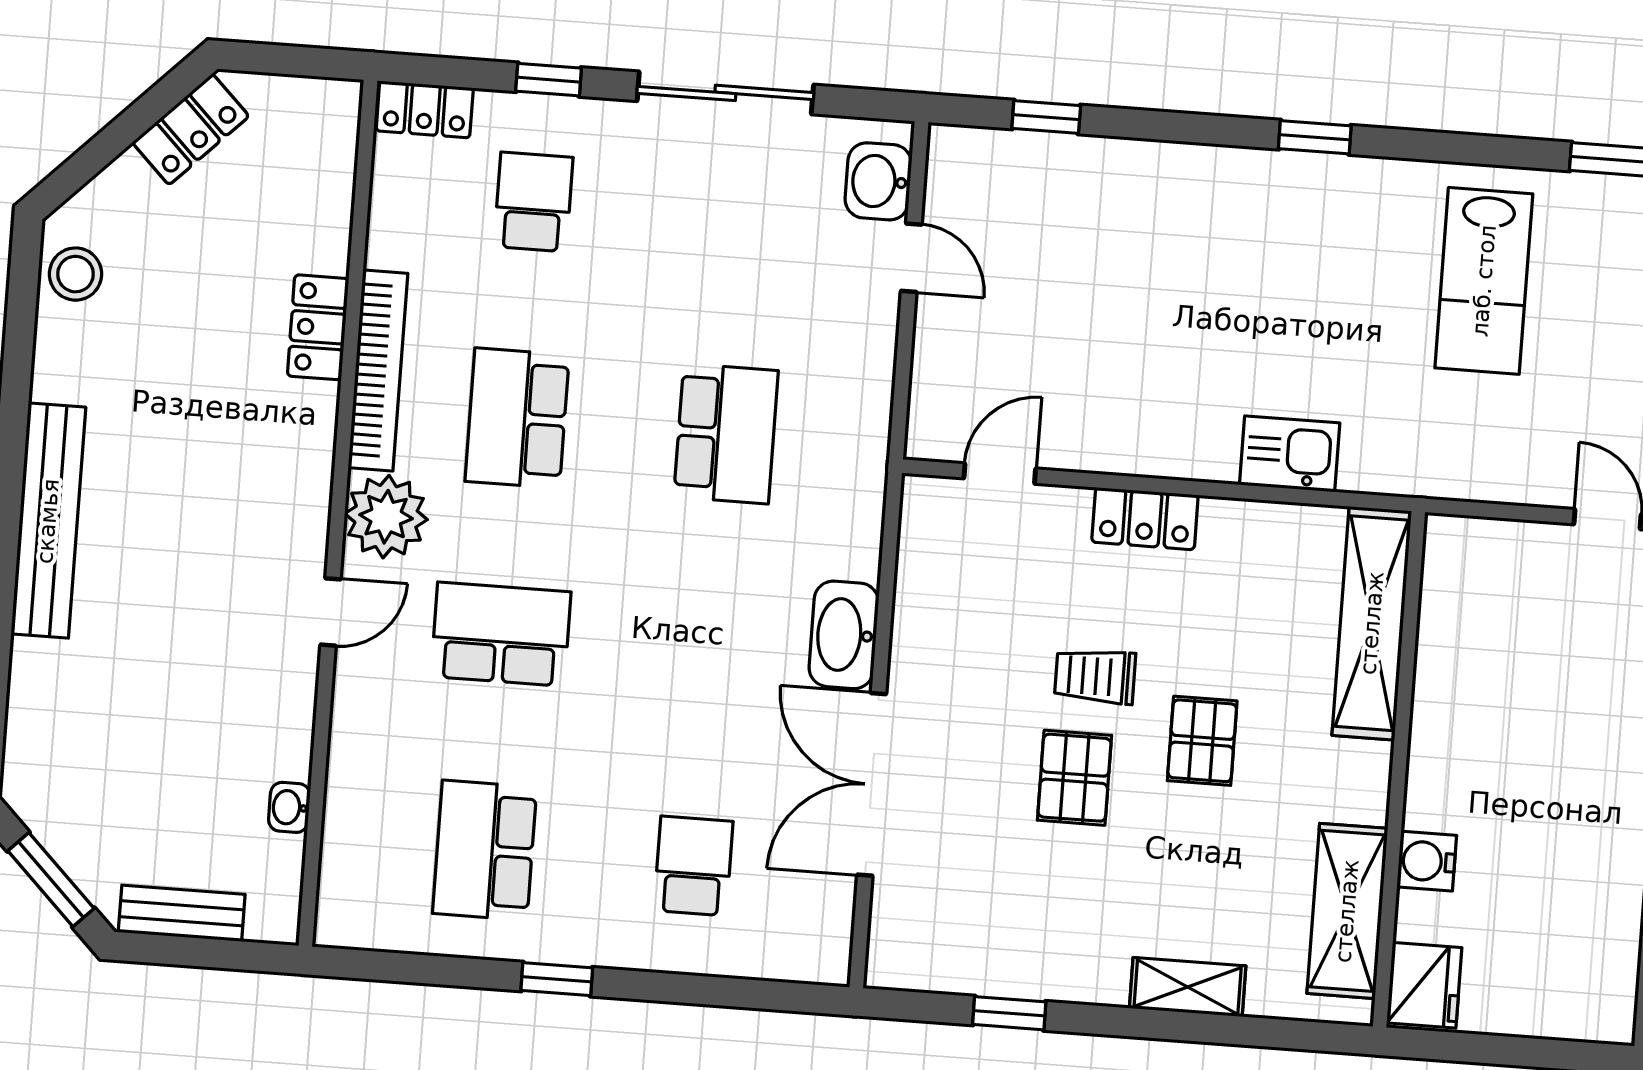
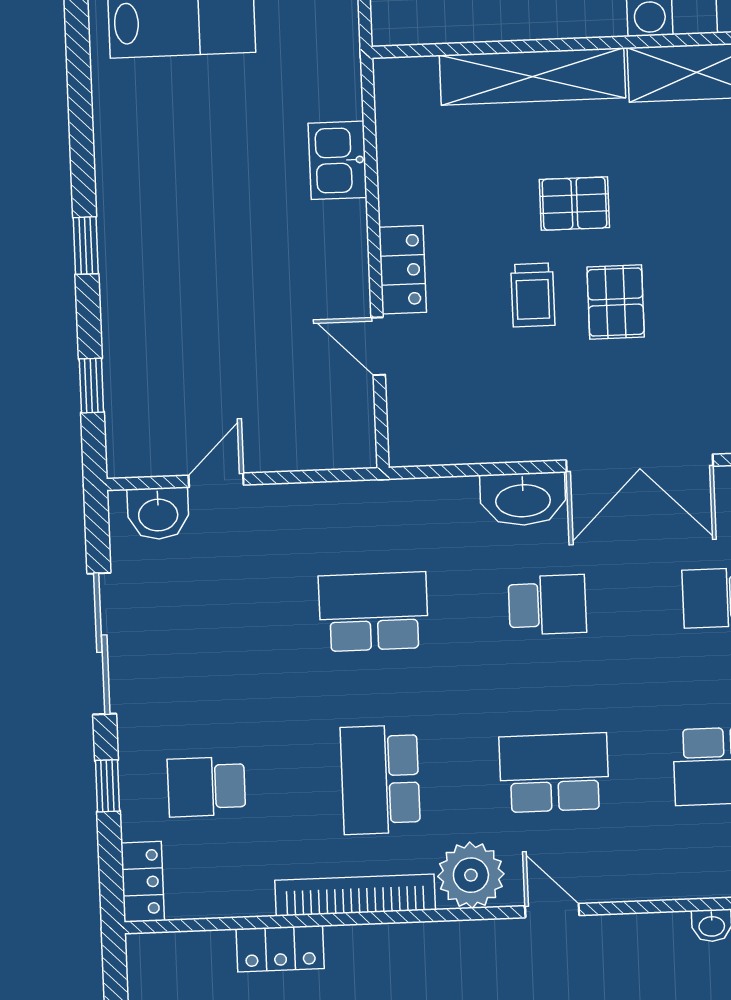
window: (1315, 137) -> (86, 246), moved
locker: (318, 327) -> (280, 949), moved
school desk: (517, 418) -> (380, 780), turned 90
door: (1000, 473) -> (378, 346), moved
shelving: (1372, 623) -> (532, 76), moved
school desk: (501, 634) -> (554, 773), turned 90
school desk: (710, 650) -> (547, 605), added
pallet: (1075, 778) -> (616, 302), turned 90

